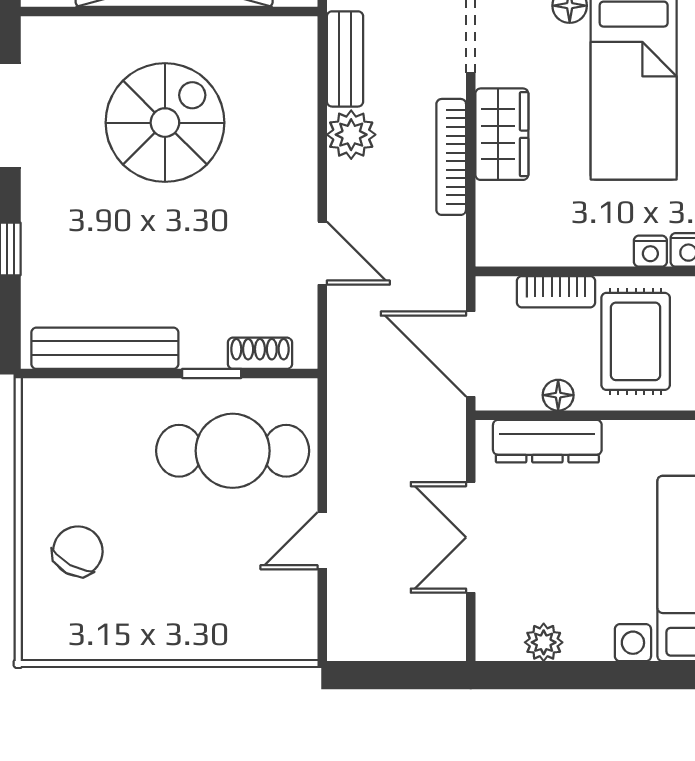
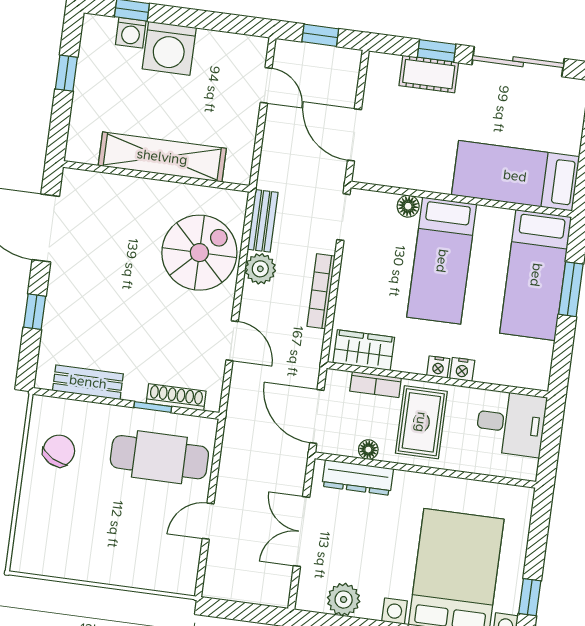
spiral stairs: (165, 123) -> (199, 253), moved
wardrobe: (502, 134) -> (364, 350), moved, turned -90
bench: (105, 348) -> (88, 382), width x0.73
shoe rack: (260, 353) -> (176, 397), width x1.43
chair: (78, 551) -> (59, 451), moved
plant: (544, 642) -> (344, 600), width x1.38, depth x1.38

